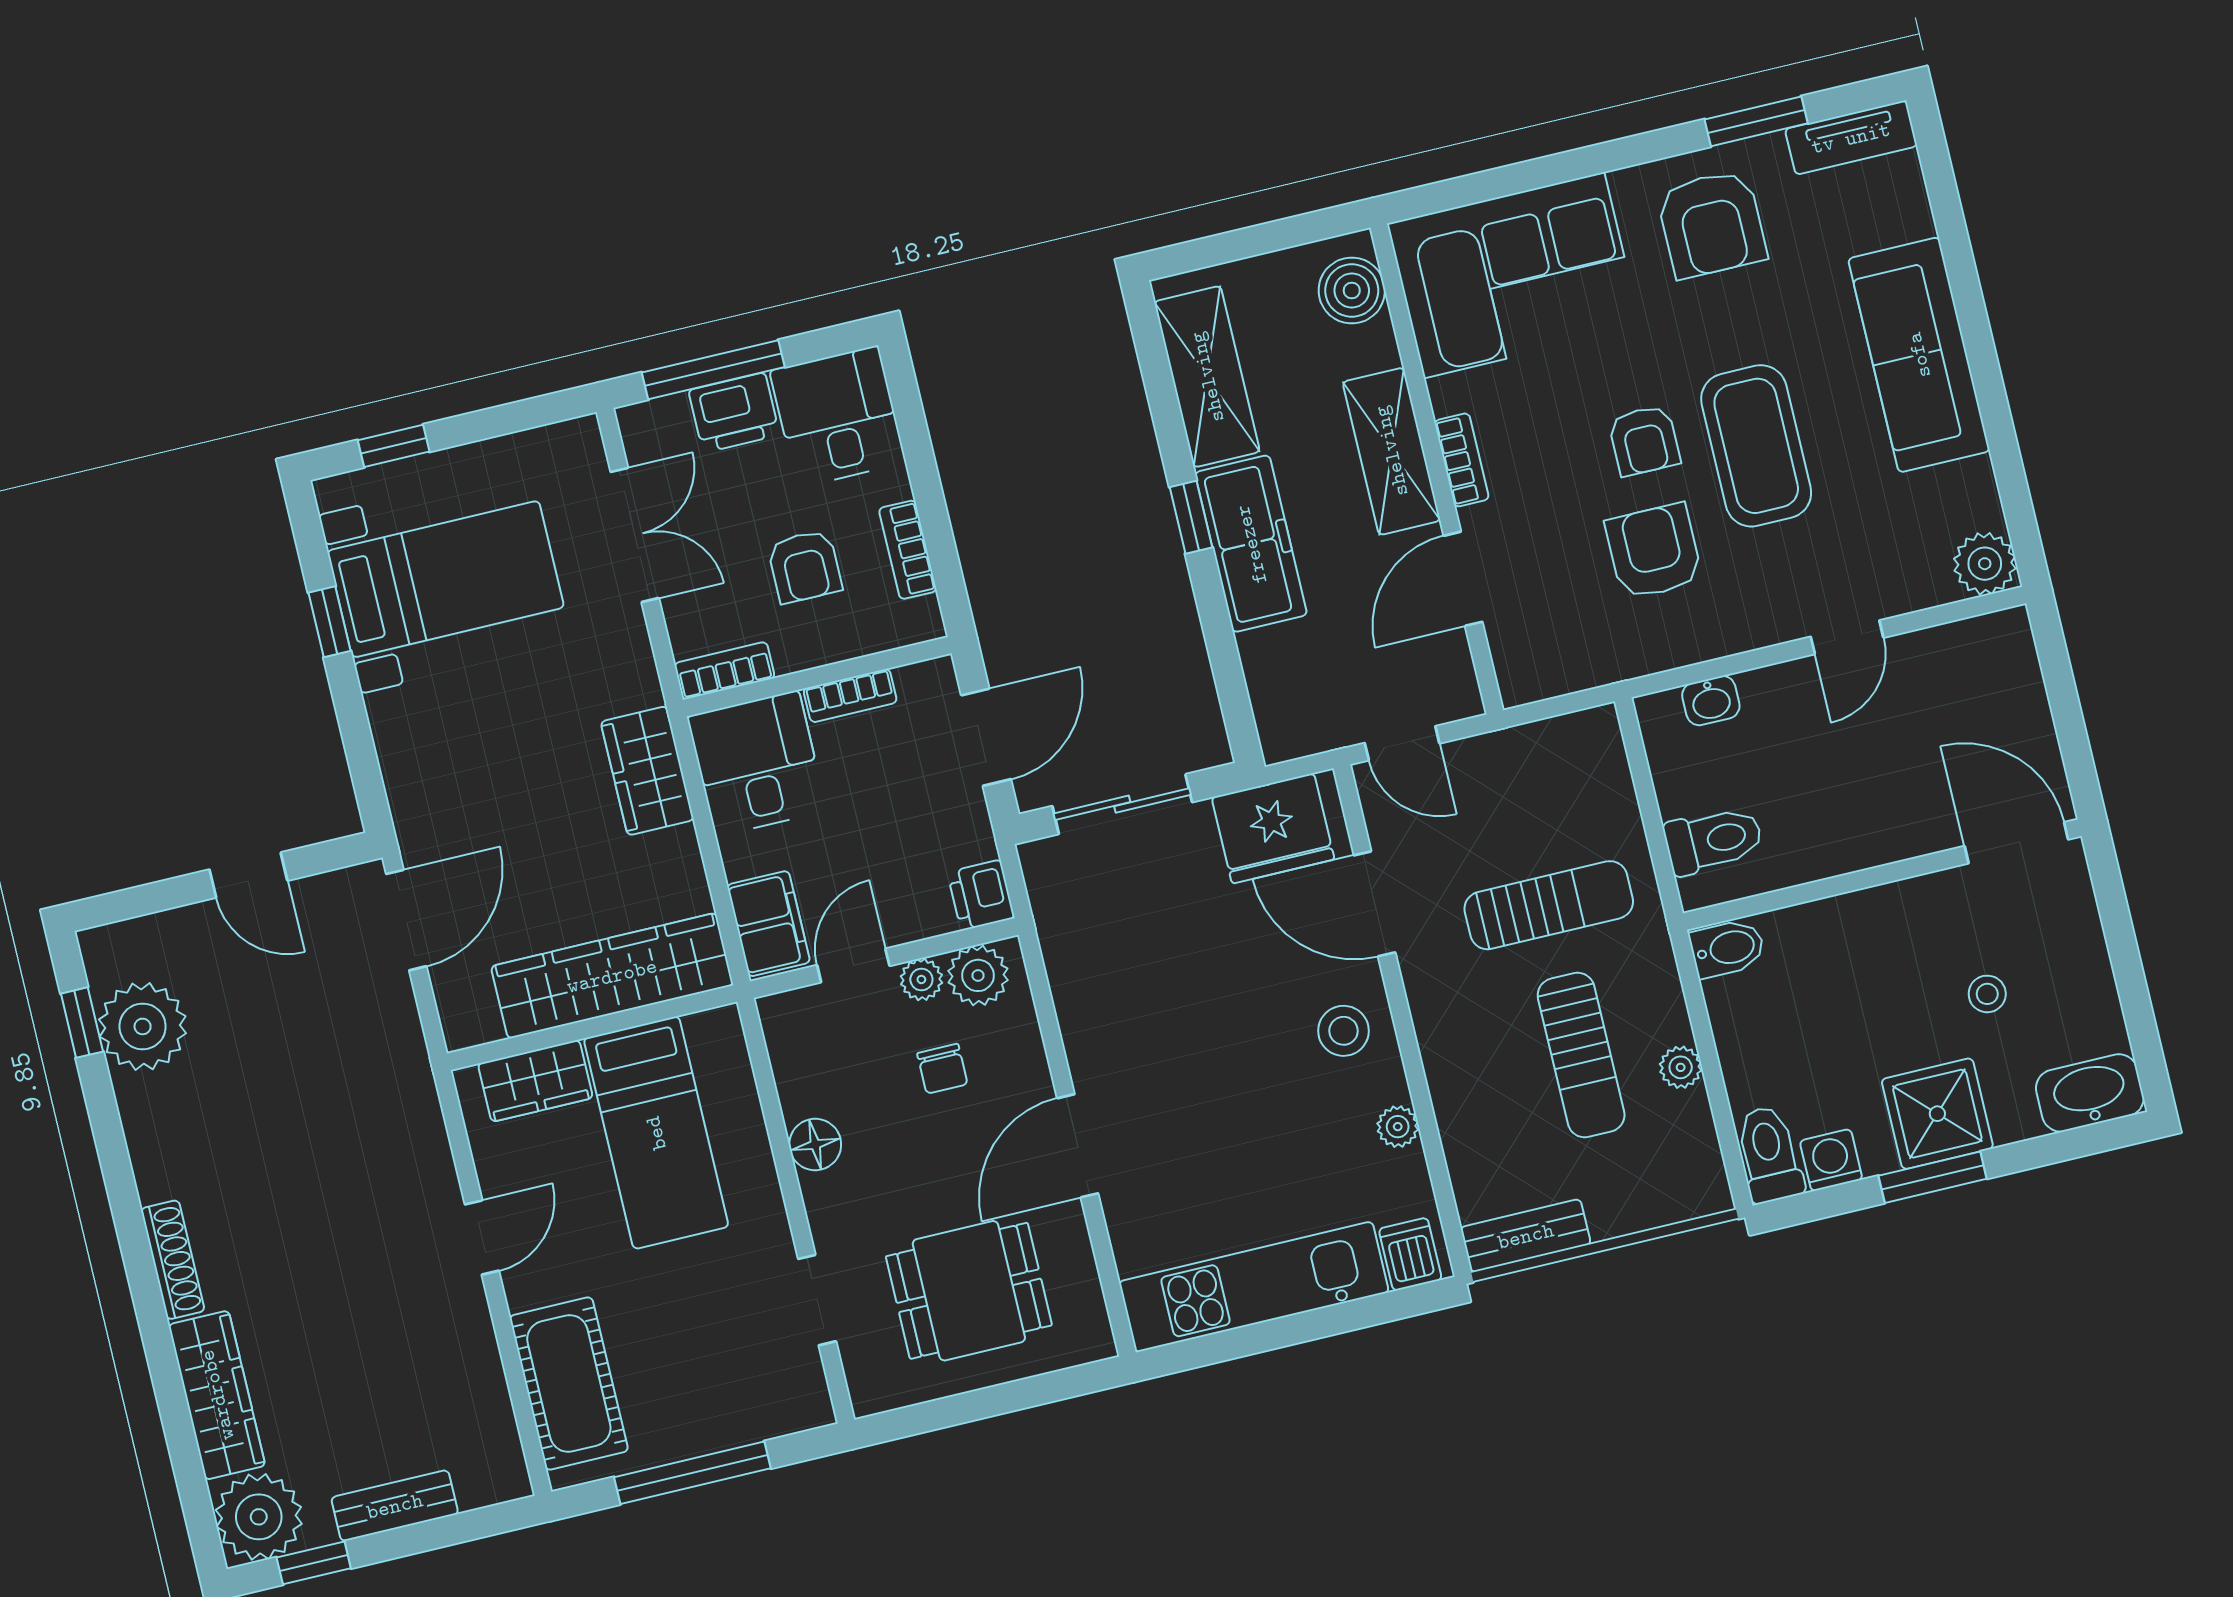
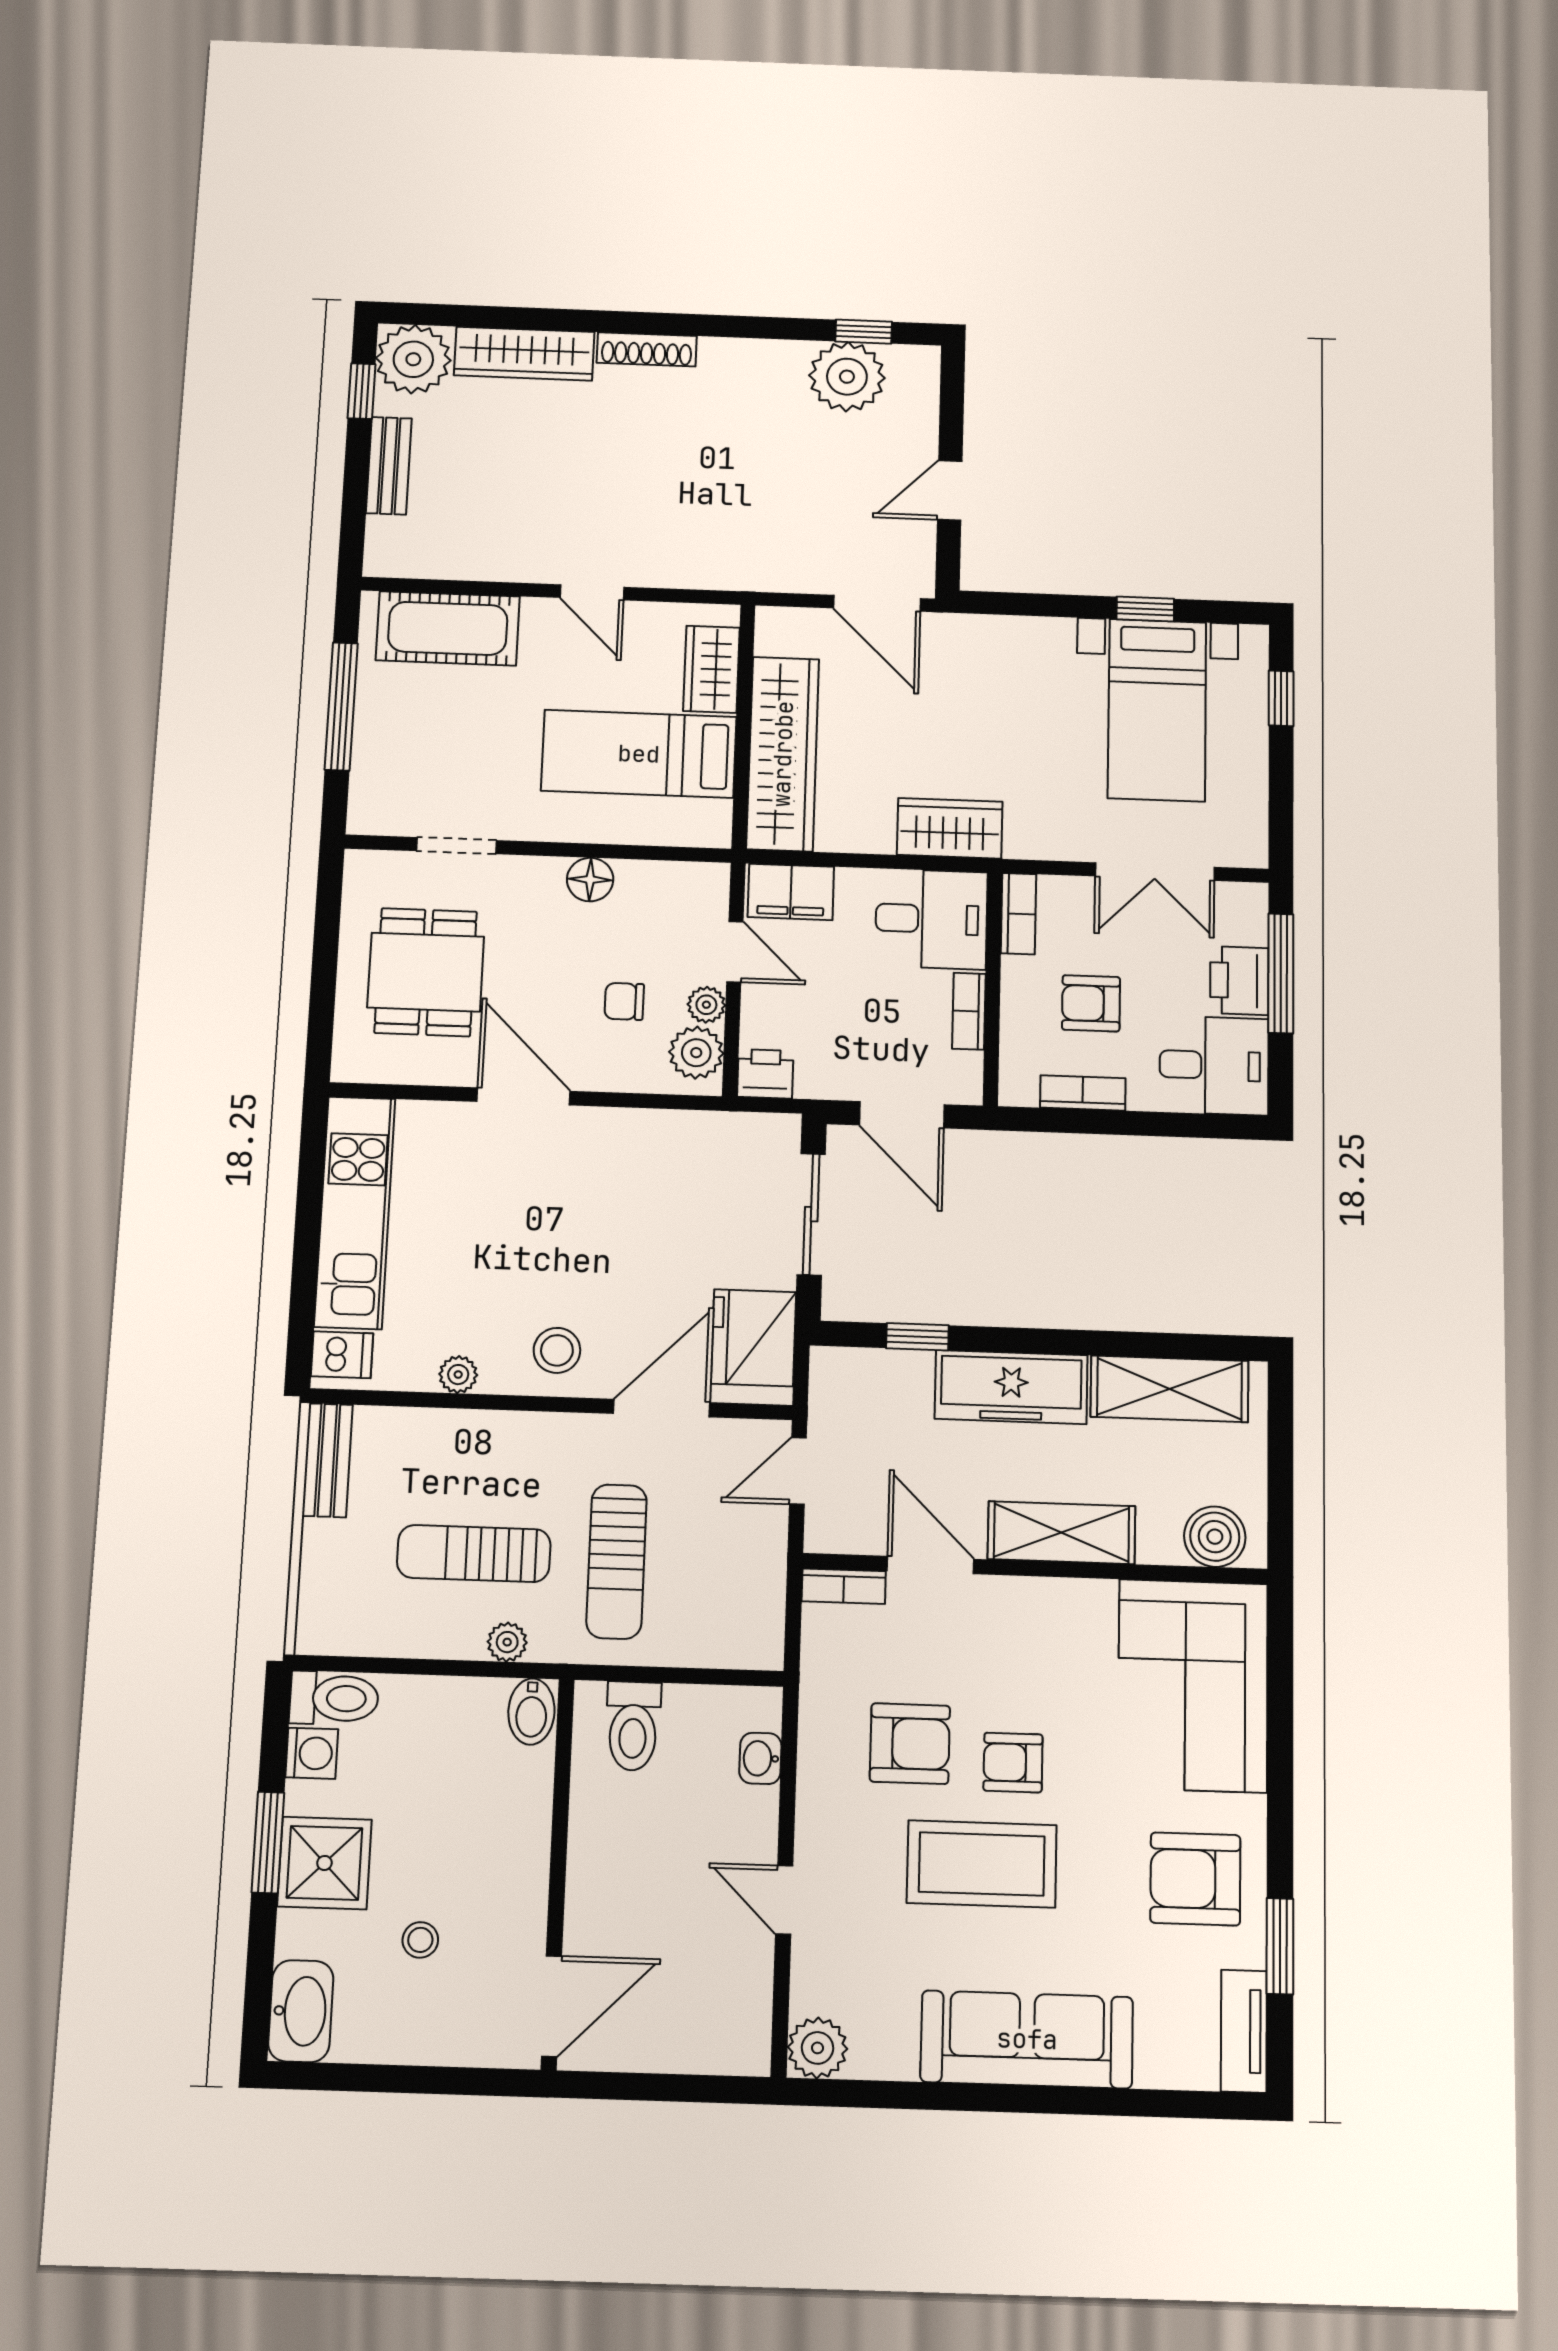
bookcase: (1462, 460) -> (844, 1586), moved
window: (1191, 517) -> (917, 1337), moved
plant: (1681, 1067) -> (507, 1642), moved

